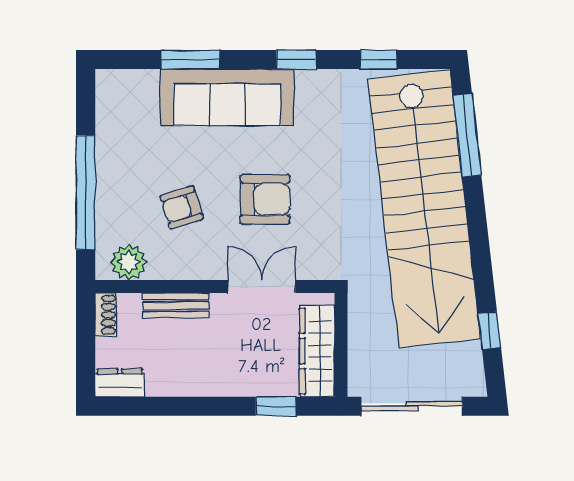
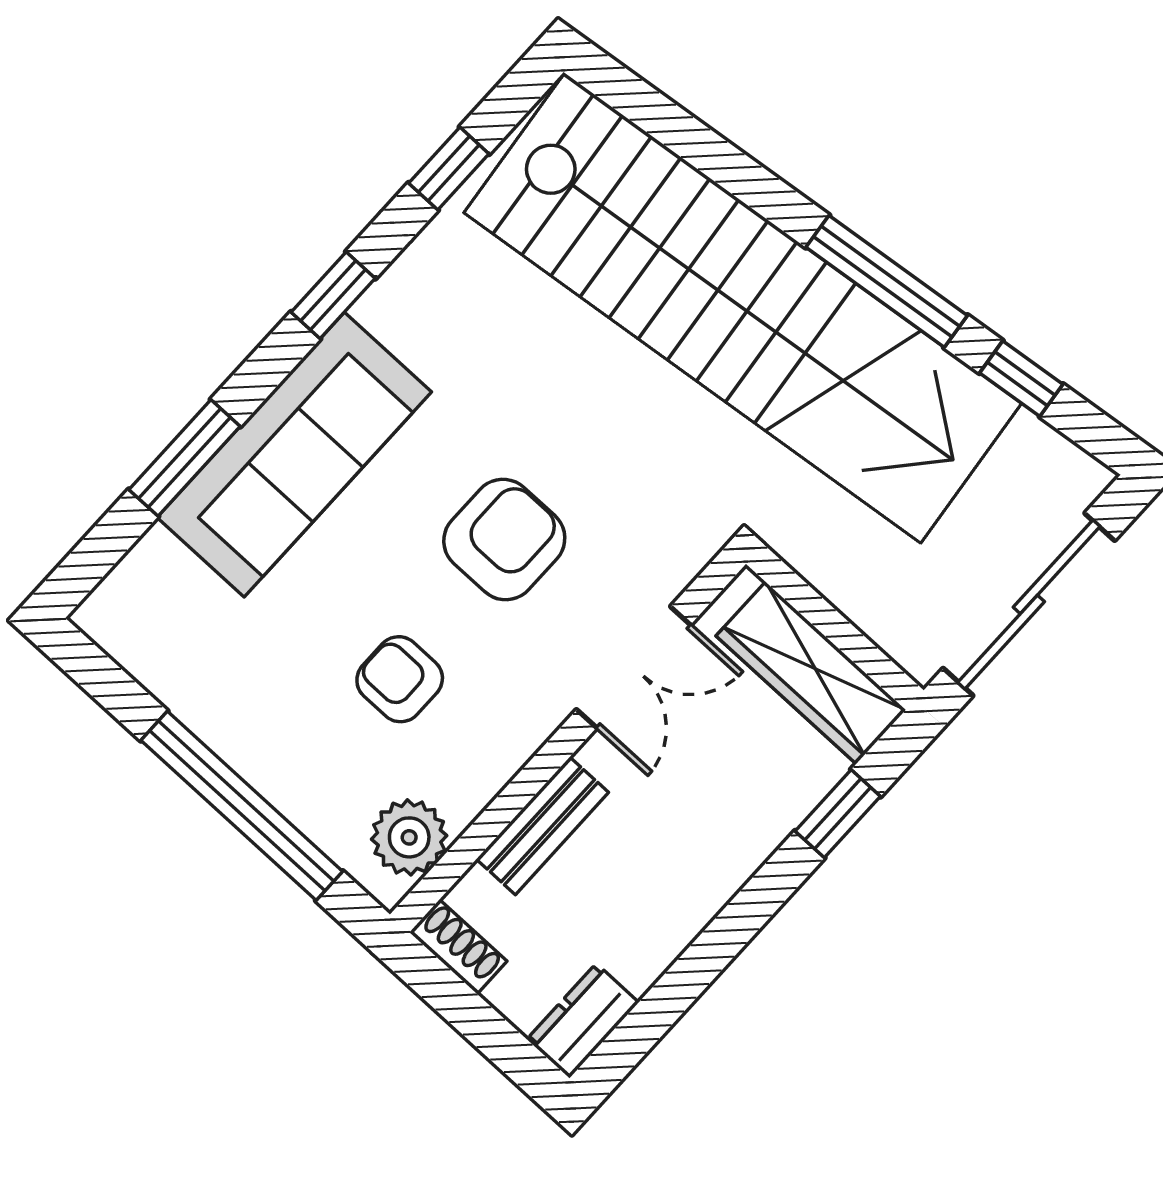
window: (467, 135) -> (887, 281), moved
armchair: (182, 207) -> (400, 679), turned 107
double door: (262, 286) -> (634, 667), swing flipped

